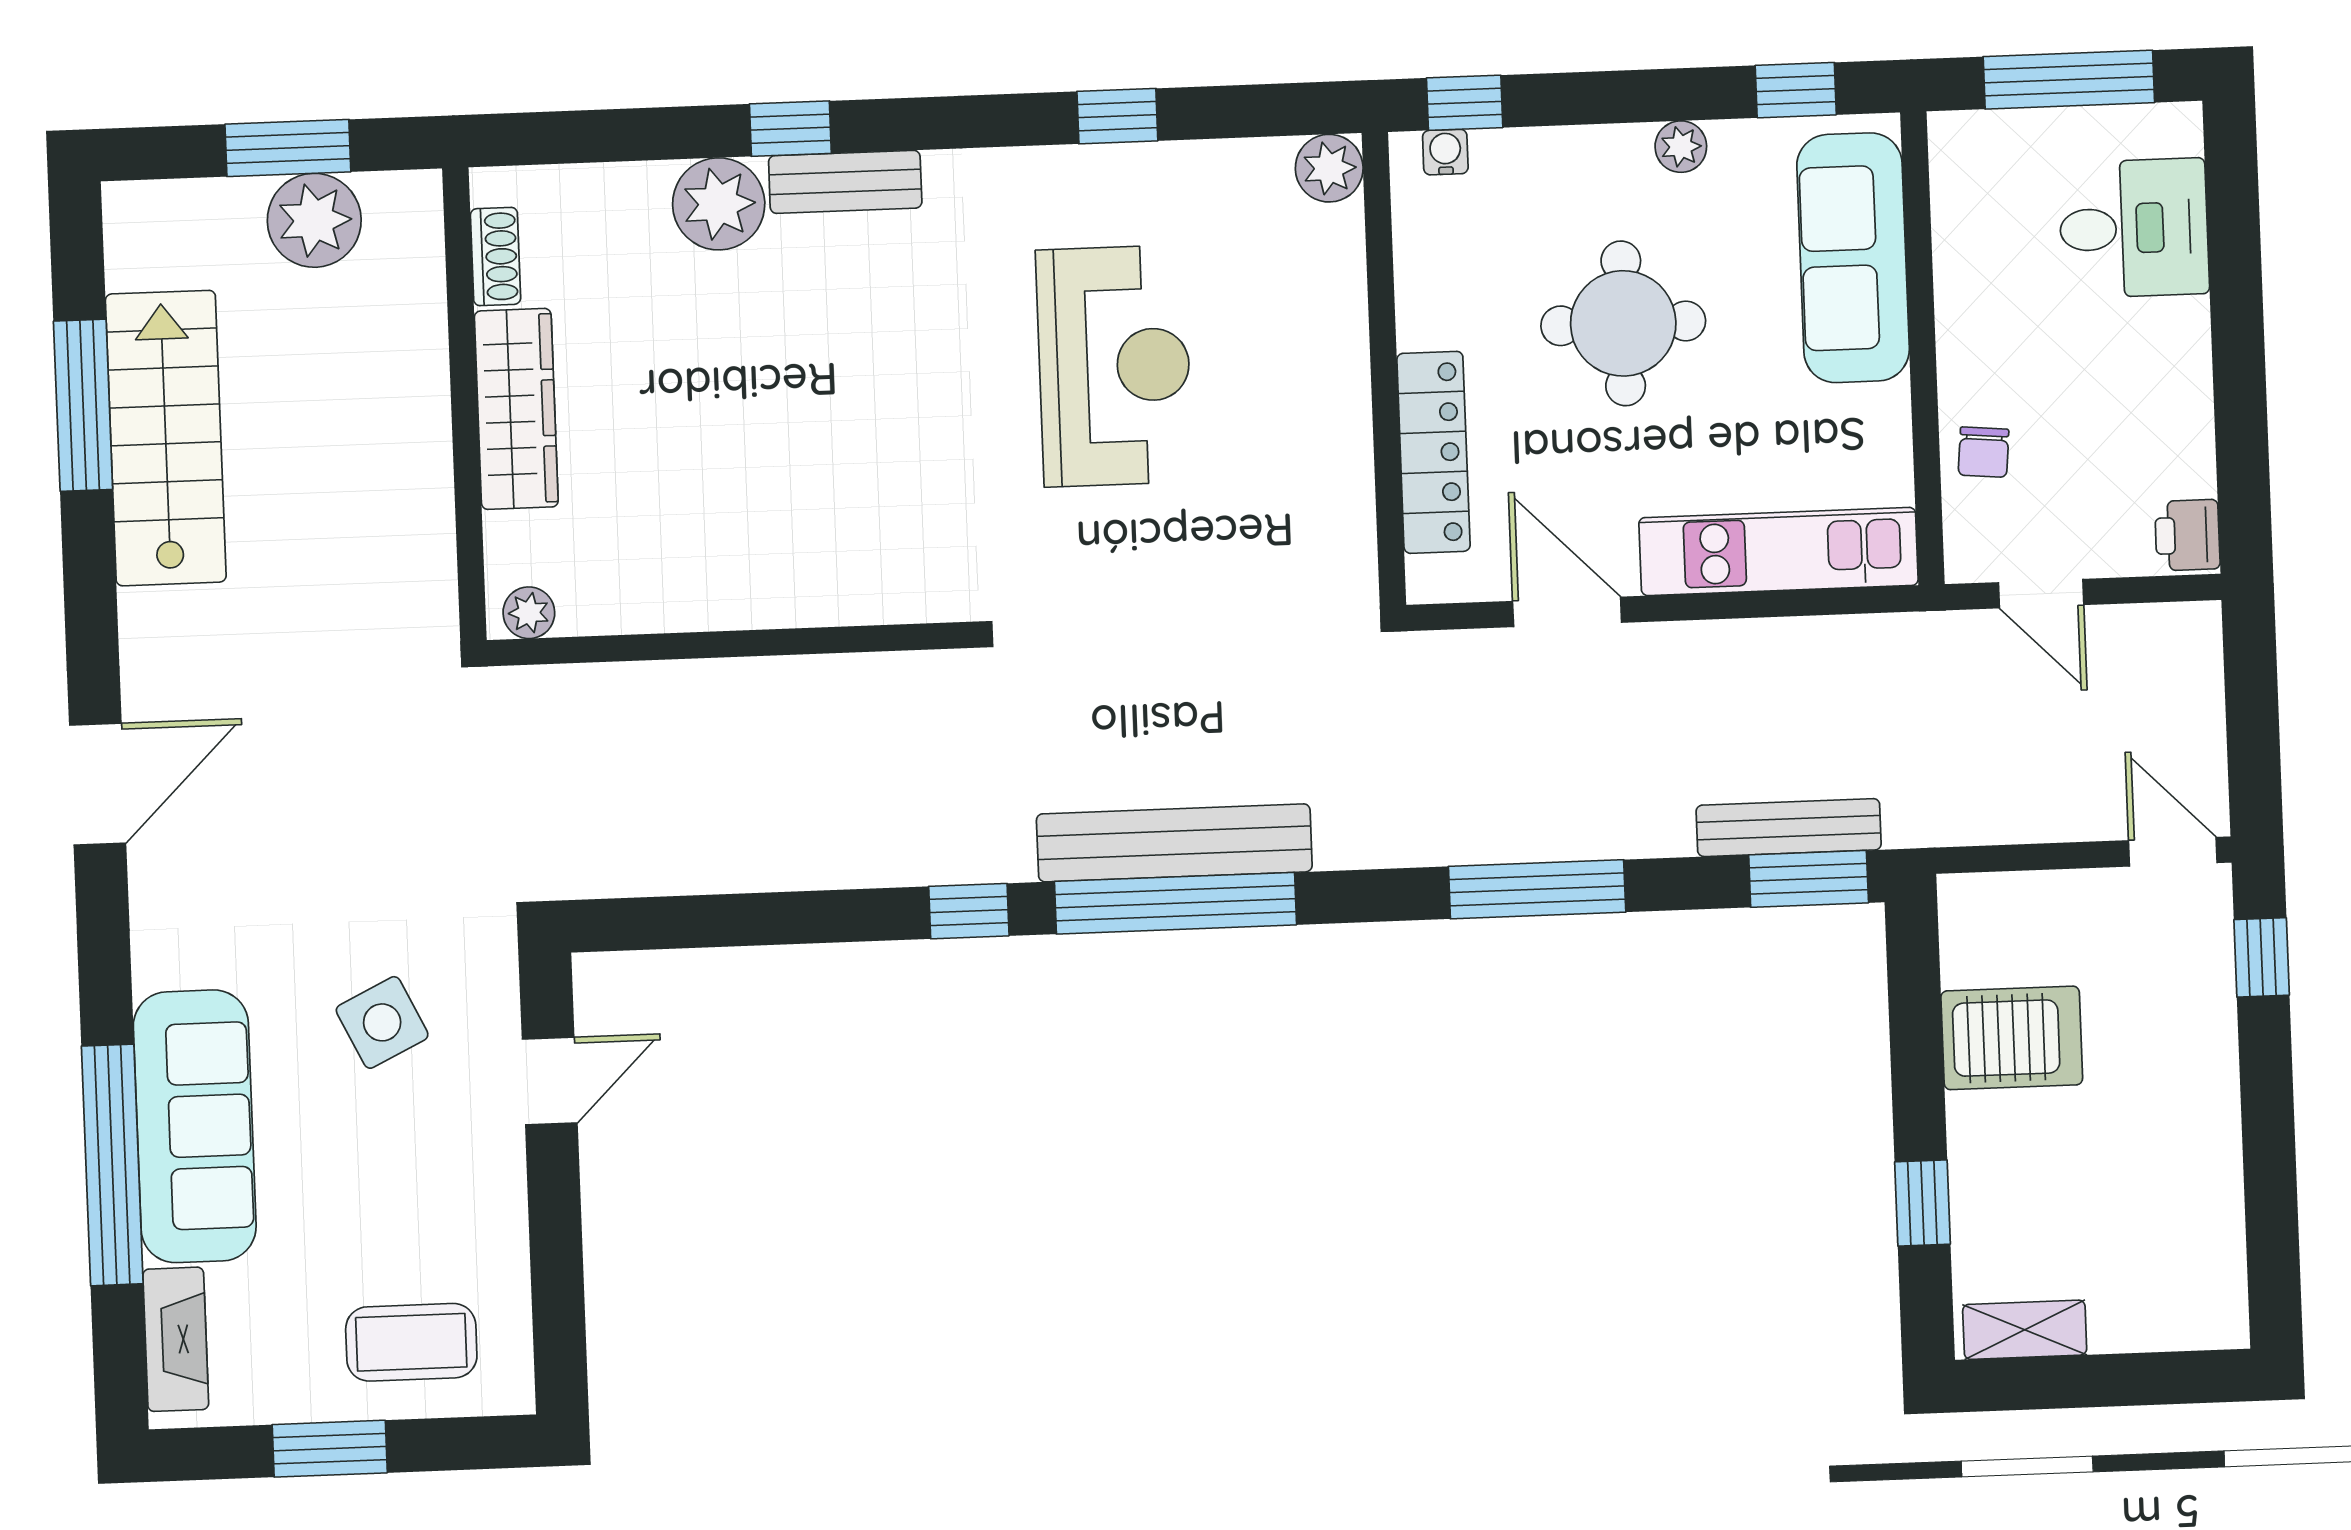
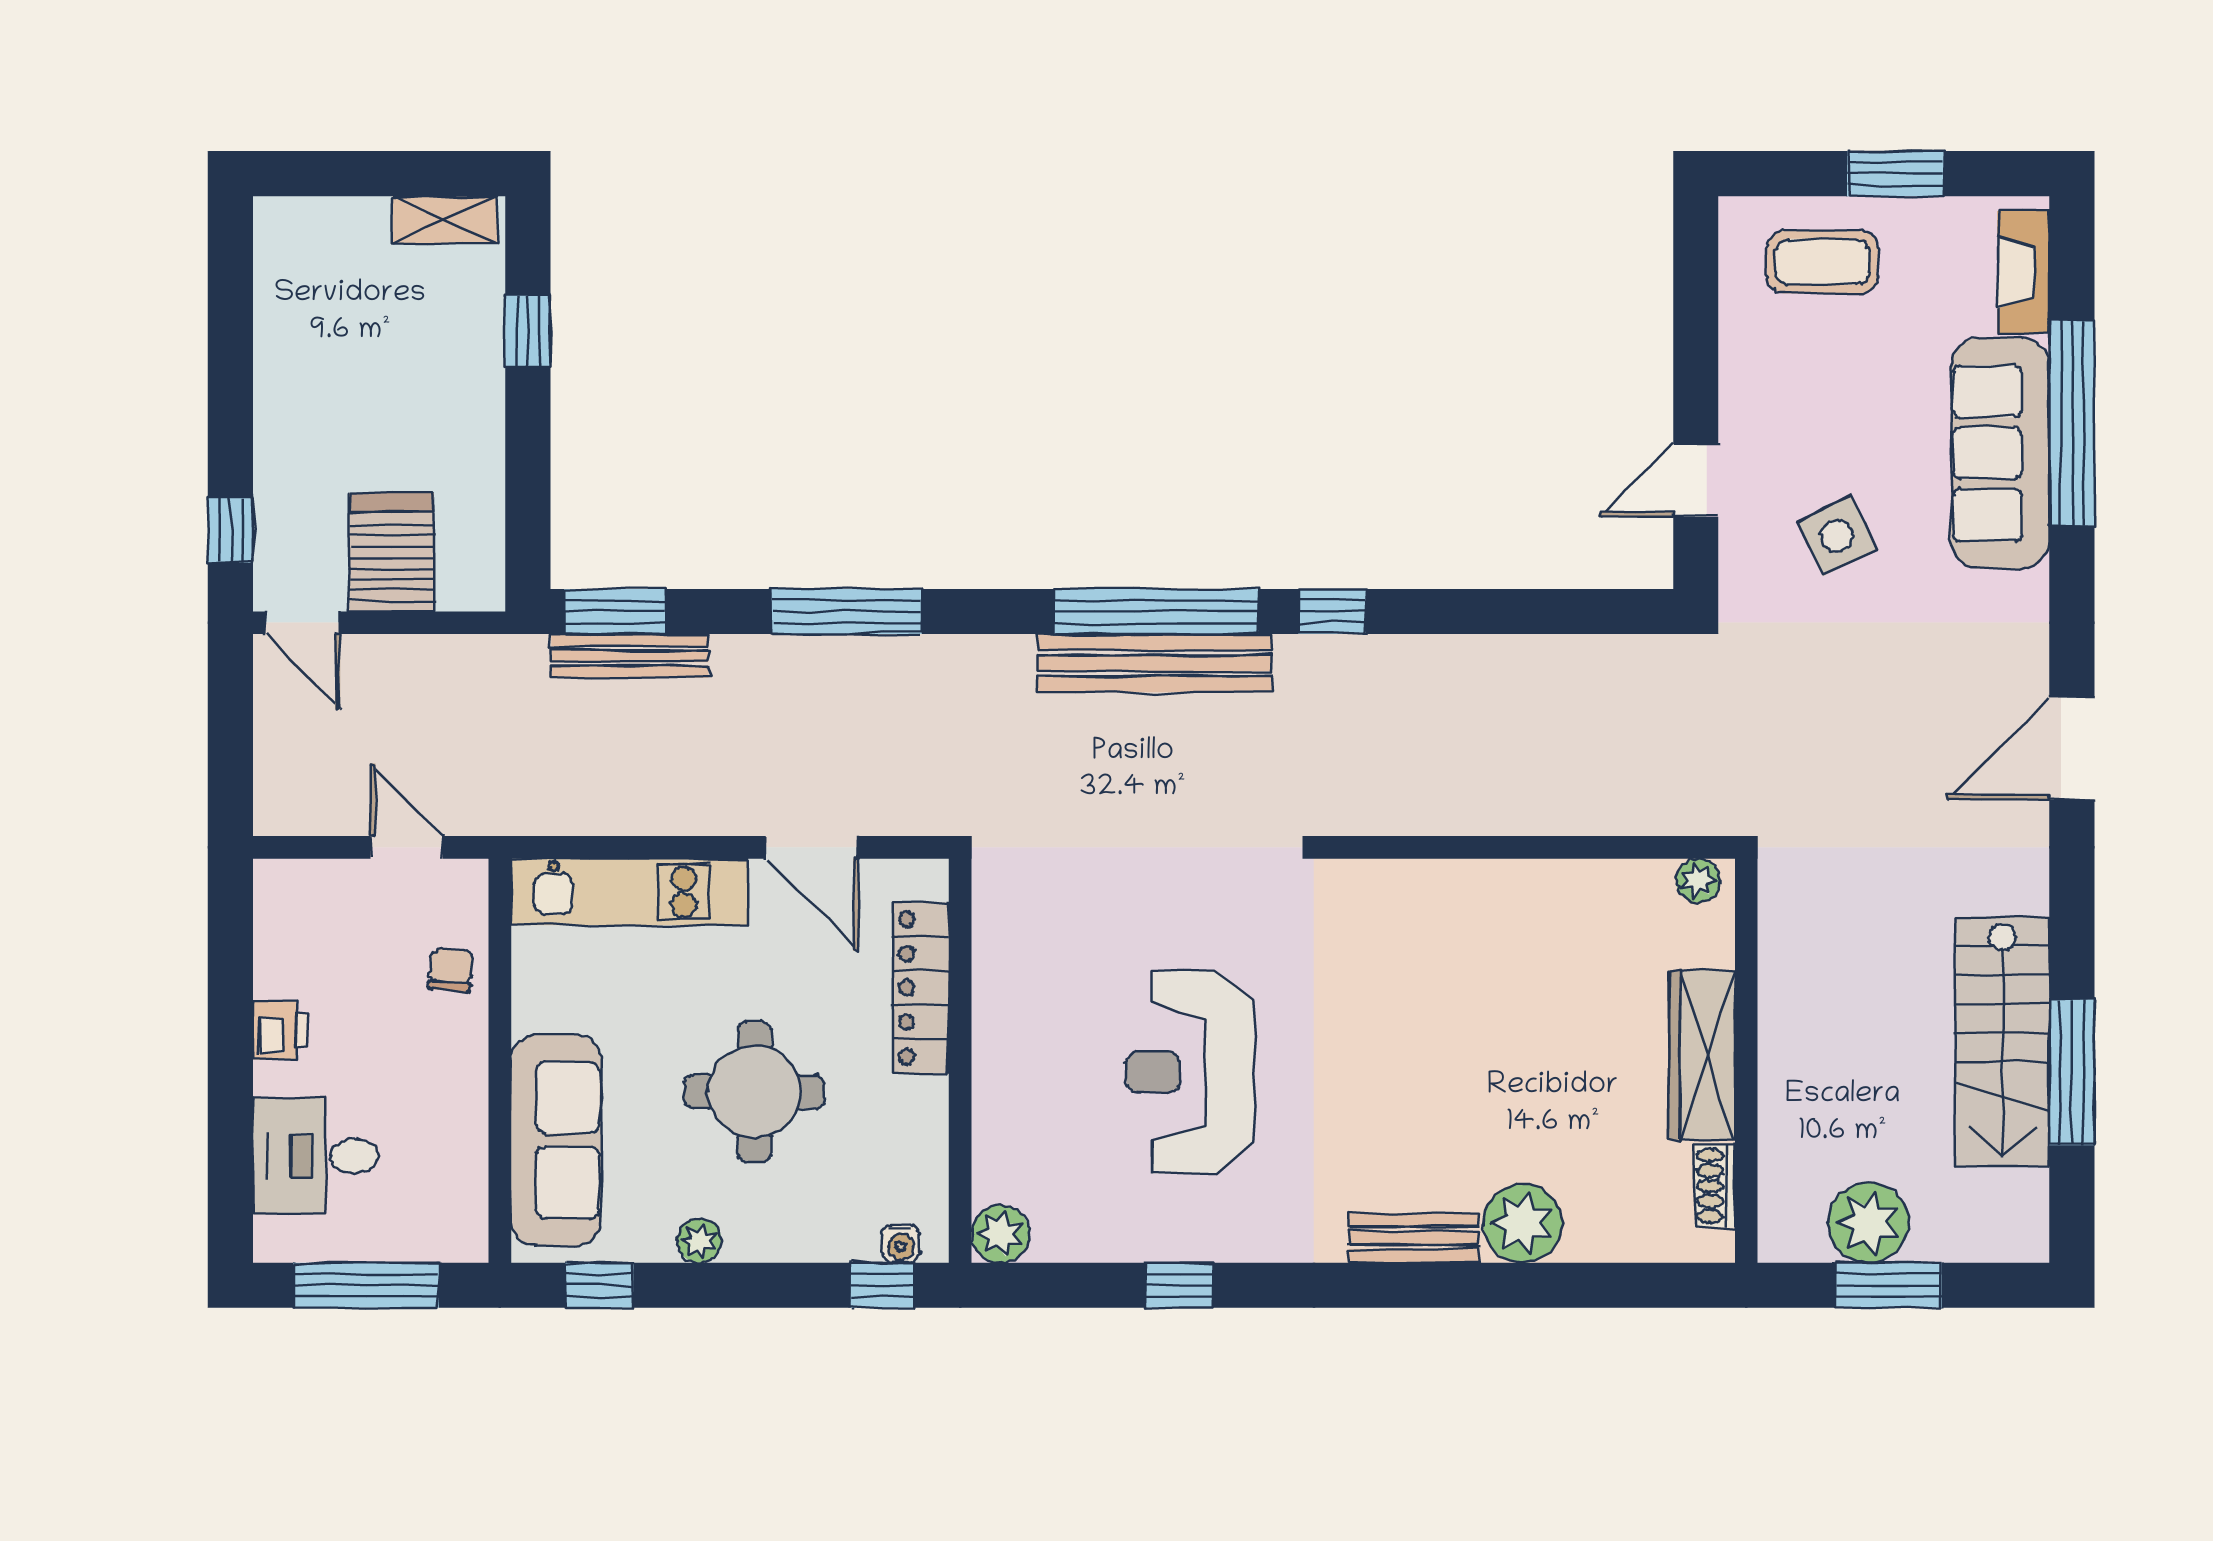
window: (790, 129) -> (1459, 1285), removed
printer: (2187, 535) -> (280, 1030), moved
server rack: (2012, 1038) -> (392, 552), moved, turned 90

